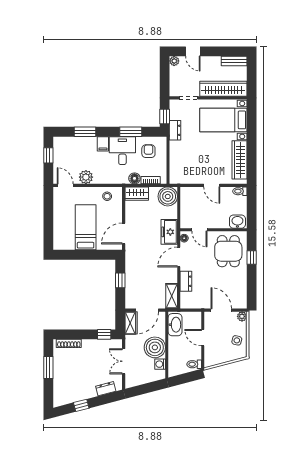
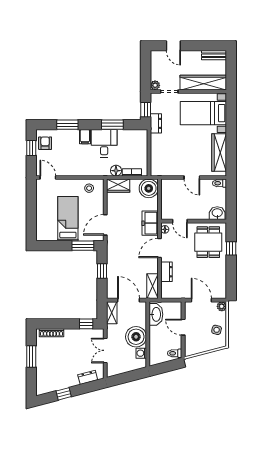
plant: (174, 61) -> (155, 85), moved
armchair: (148, 151) -> (45, 143), moved
plant: (86, 177) -> (68, 169), removed
window: (101, 255) -> (83, 246), added
door: (147, 310) -> (129, 300), swing flipped

